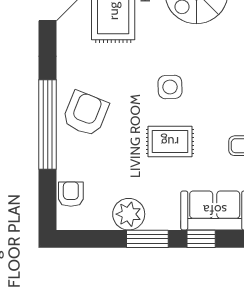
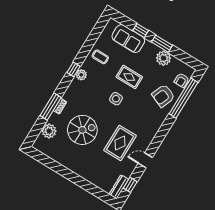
armchair: (85, 114) -> (163, 96), moved
window: (48, 125) -> (183, 98), moved

